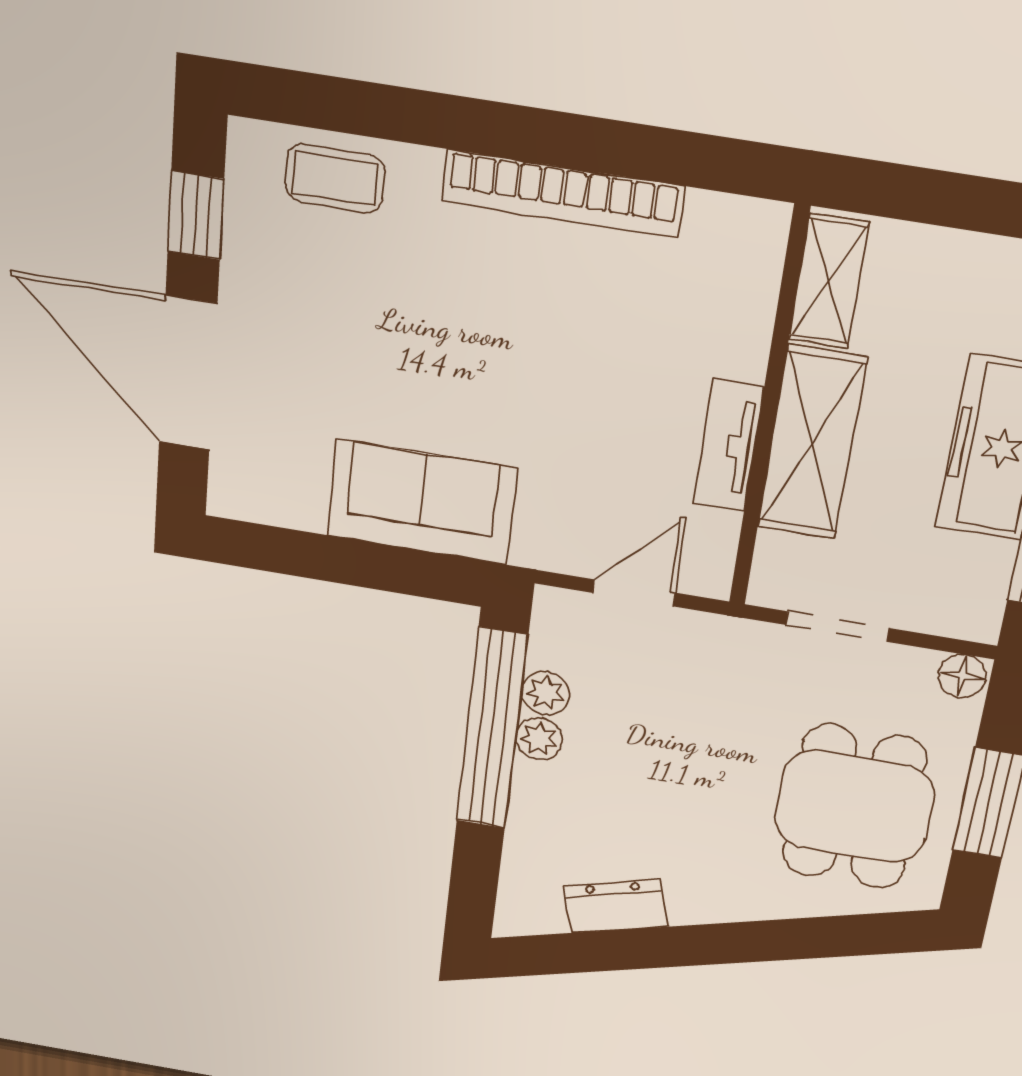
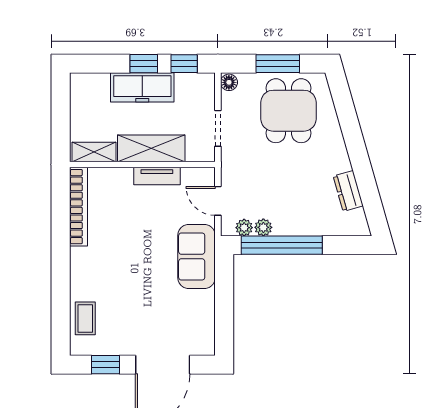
bookcase: (563, 194) -> (79, 207), moved
sofa: (422, 502) -> (197, 256), moved
plant: (539, 739) -> (244, 228), moved
dining table: (854, 807) -> (288, 111), turned 90

